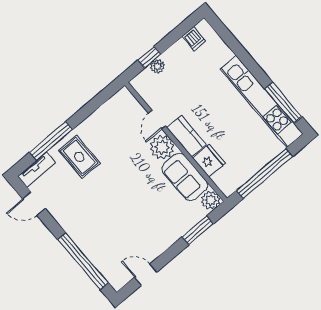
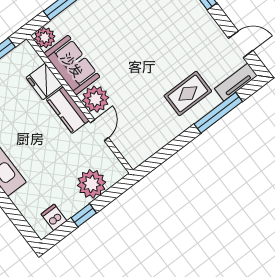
window: (149, 57) -> (84, 215), moved
plant: (157, 66) -> (92, 184), width x1.87, depth x1.87
rug: (79, 157) -> (188, 93), turned 90

